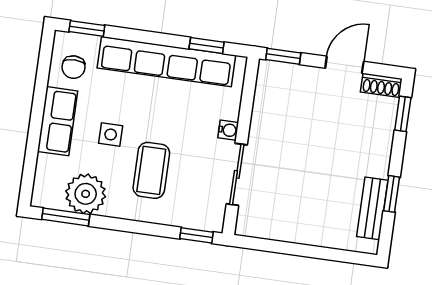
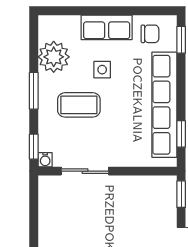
chair: (73, 67) -> (150, 34), turned 180
water cooler: (228, 130) -> (45, 160), moved
window: (66, 217) -> (34, 91), moved

